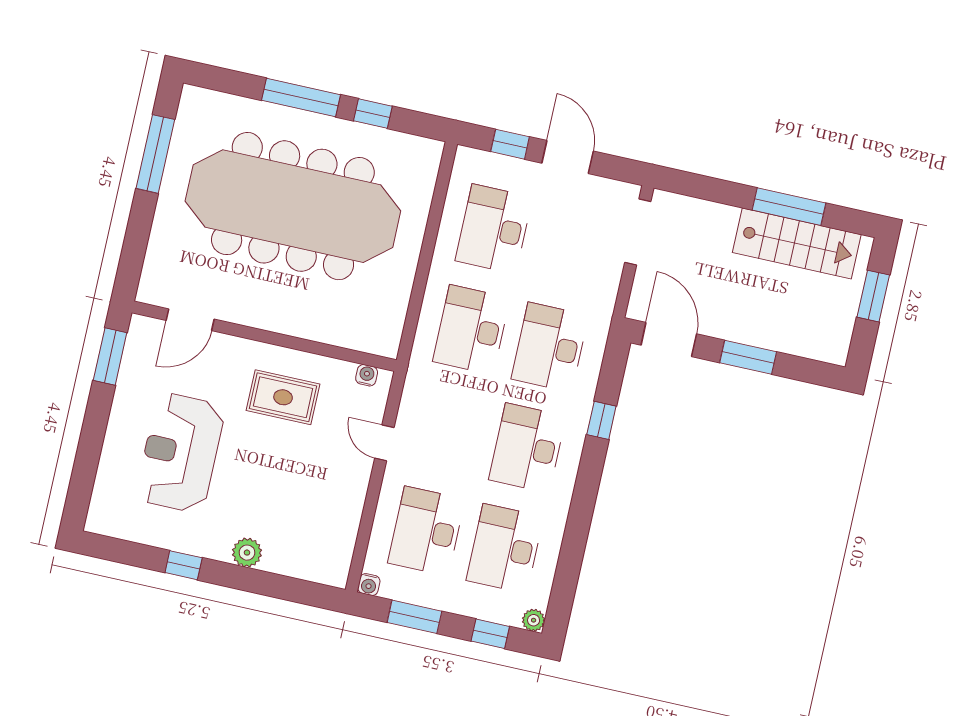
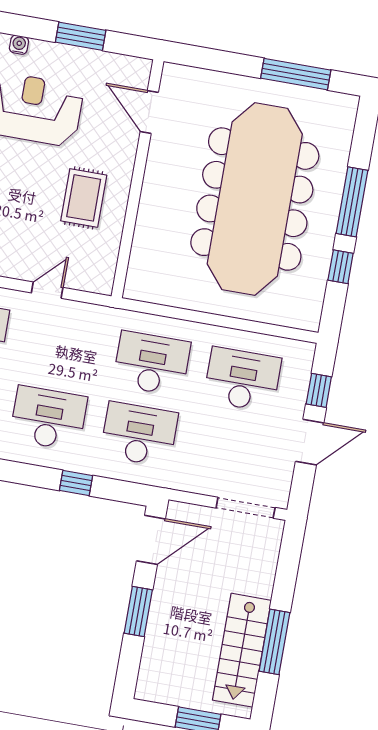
window: (110, 357) -> (81, 36), moved
water cooler: (367, 375) -> (19, 45), moved, turned -90

